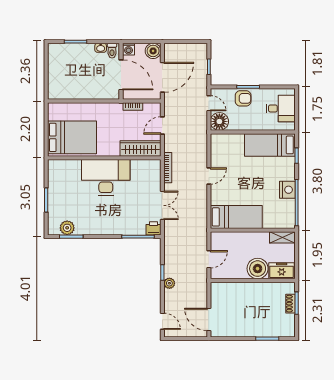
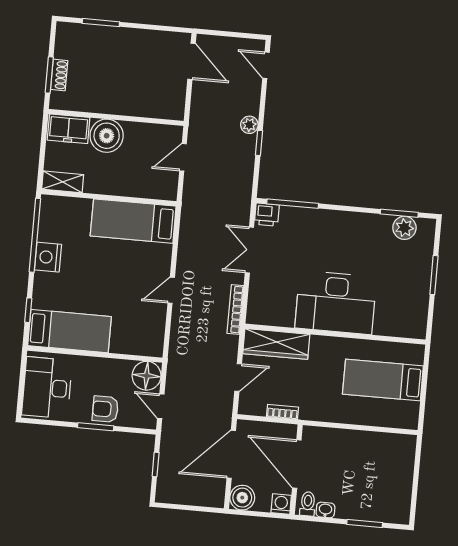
desk: (281, 108) -> (47, 388), width x1.37
bed: (72, 137) -> (383, 380), width x0.67

